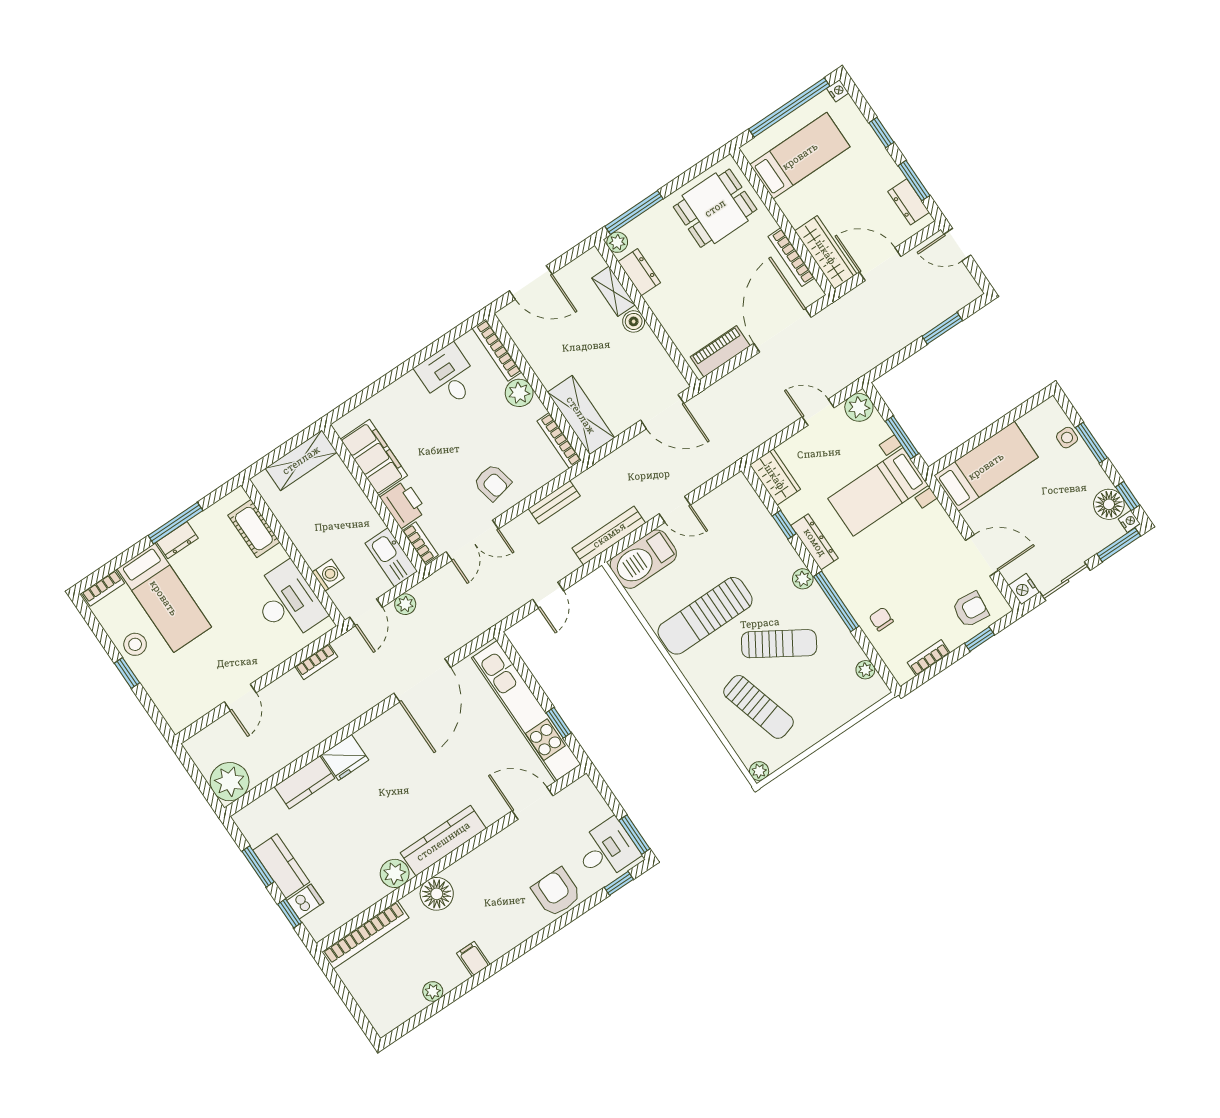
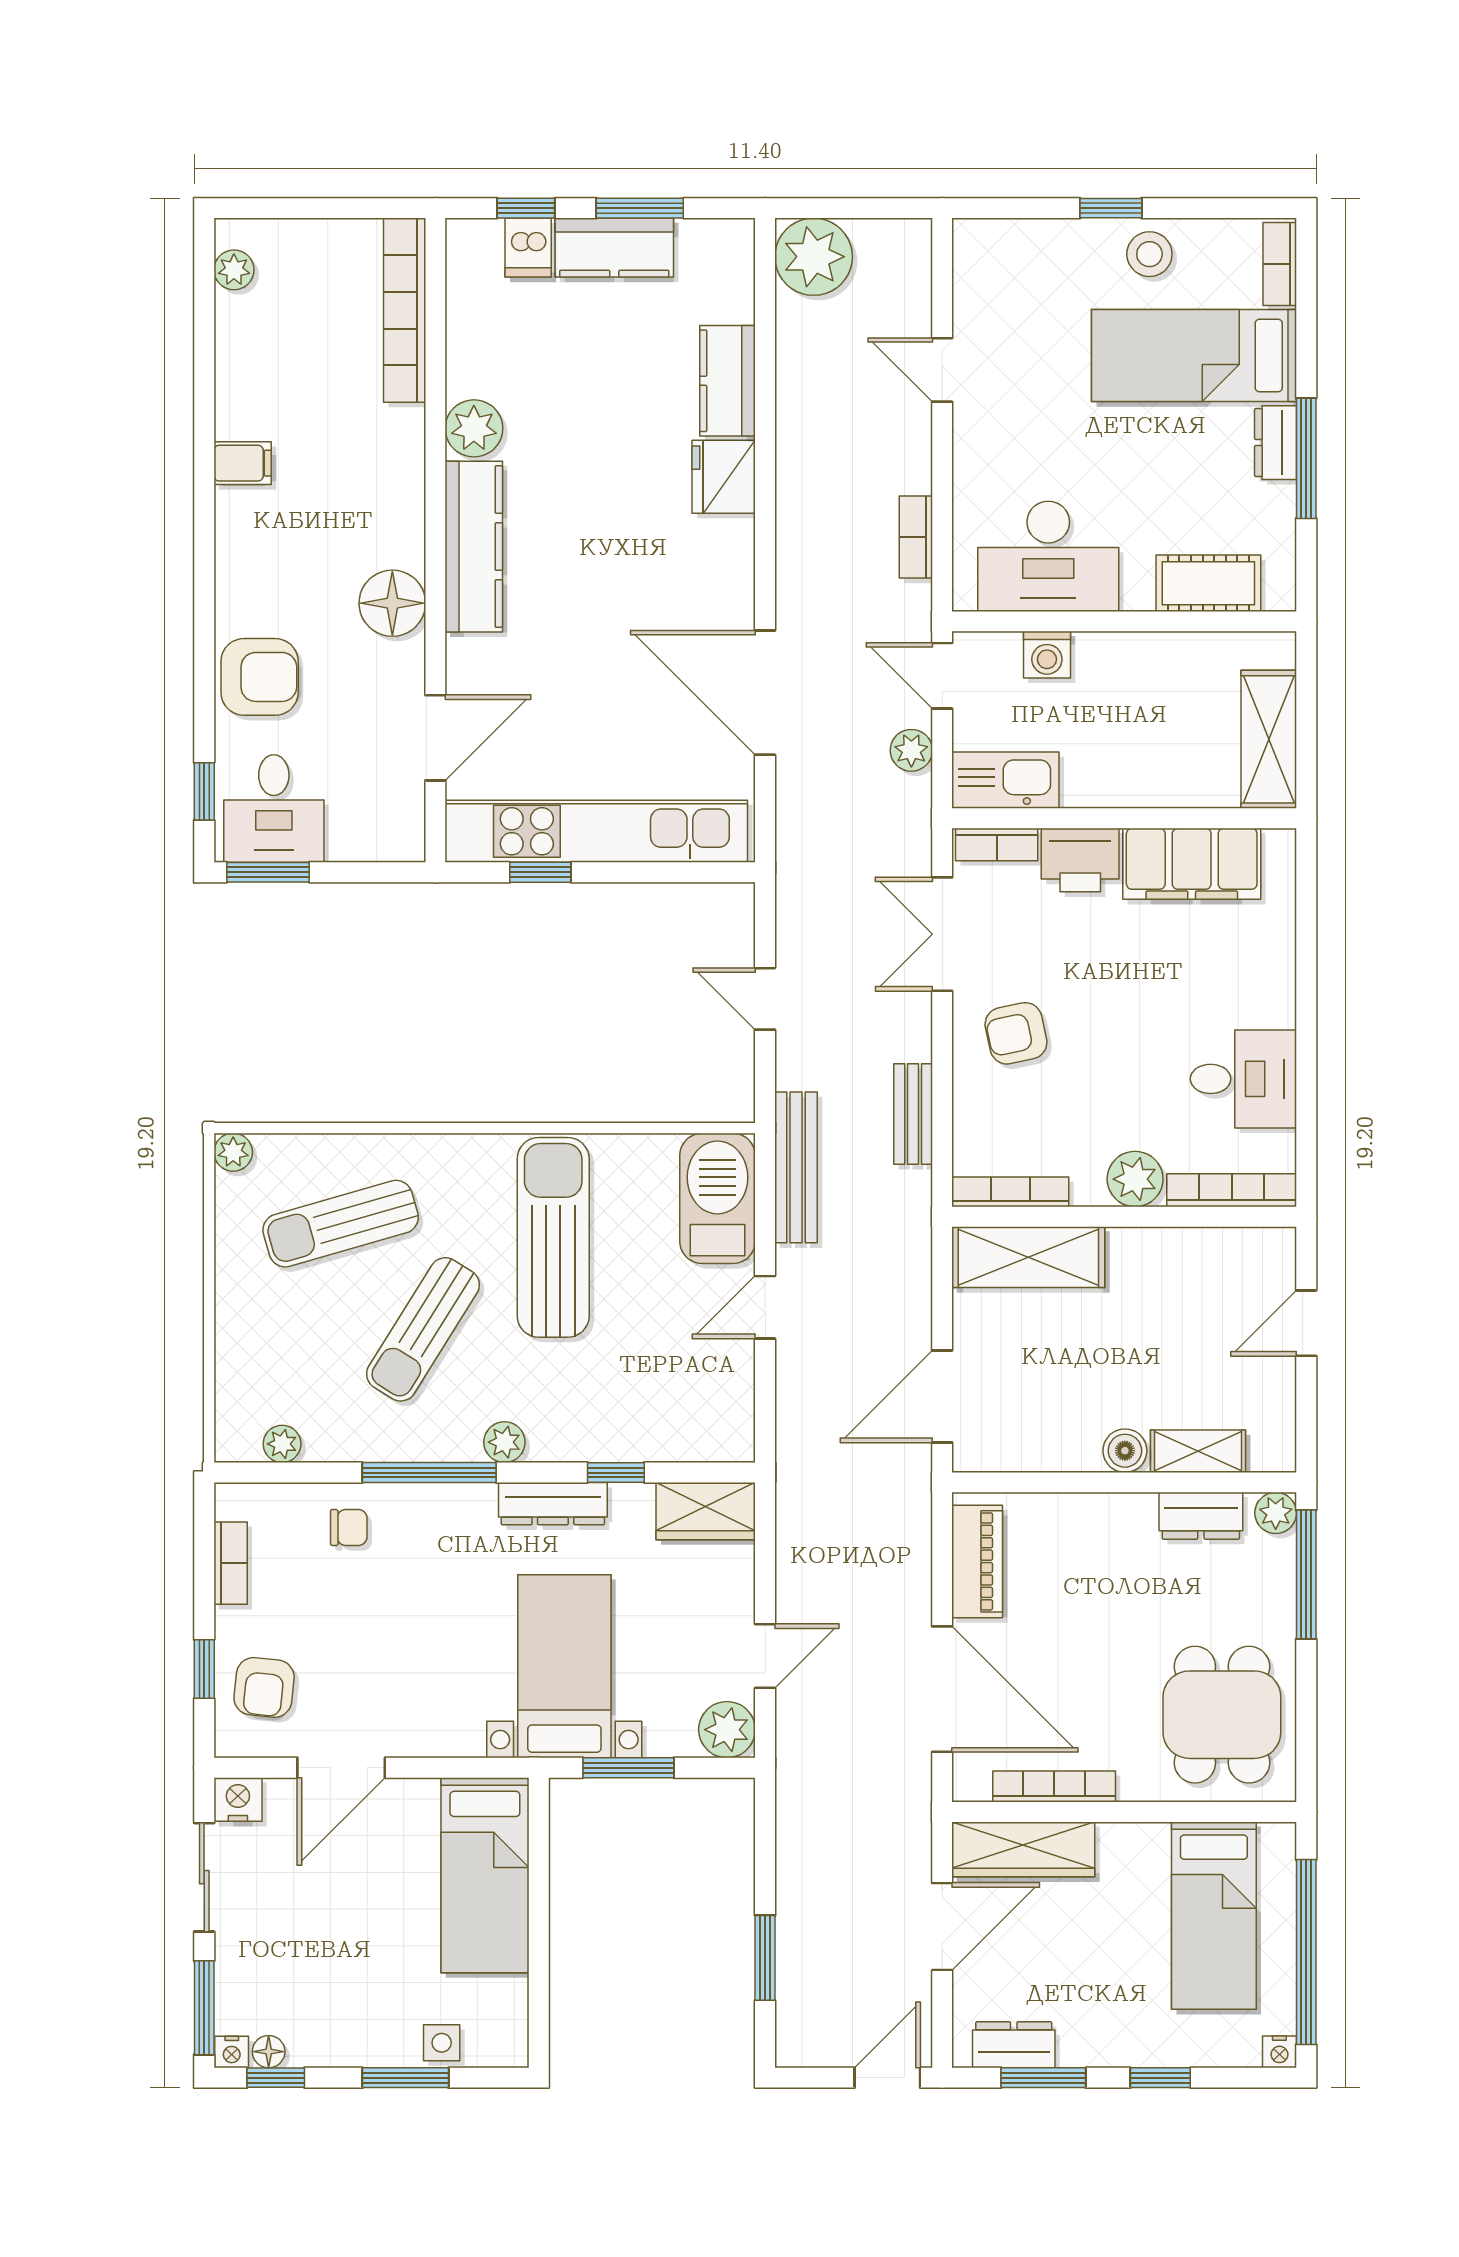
door: (531, 282) -> (1306, 1323), width x0.73
floor lamp: (1109, 504) -> (269, 2052), width x0.53, depth x0.53
floor lamp: (437, 894) -> (392, 603), moved
plant: (433, 991) -> (234, 270), moved

